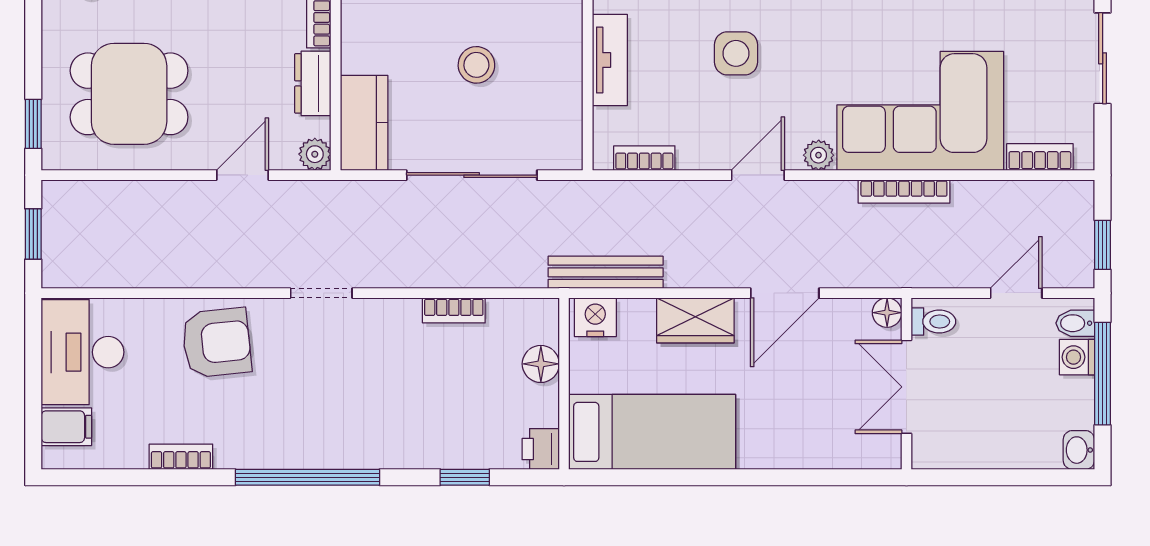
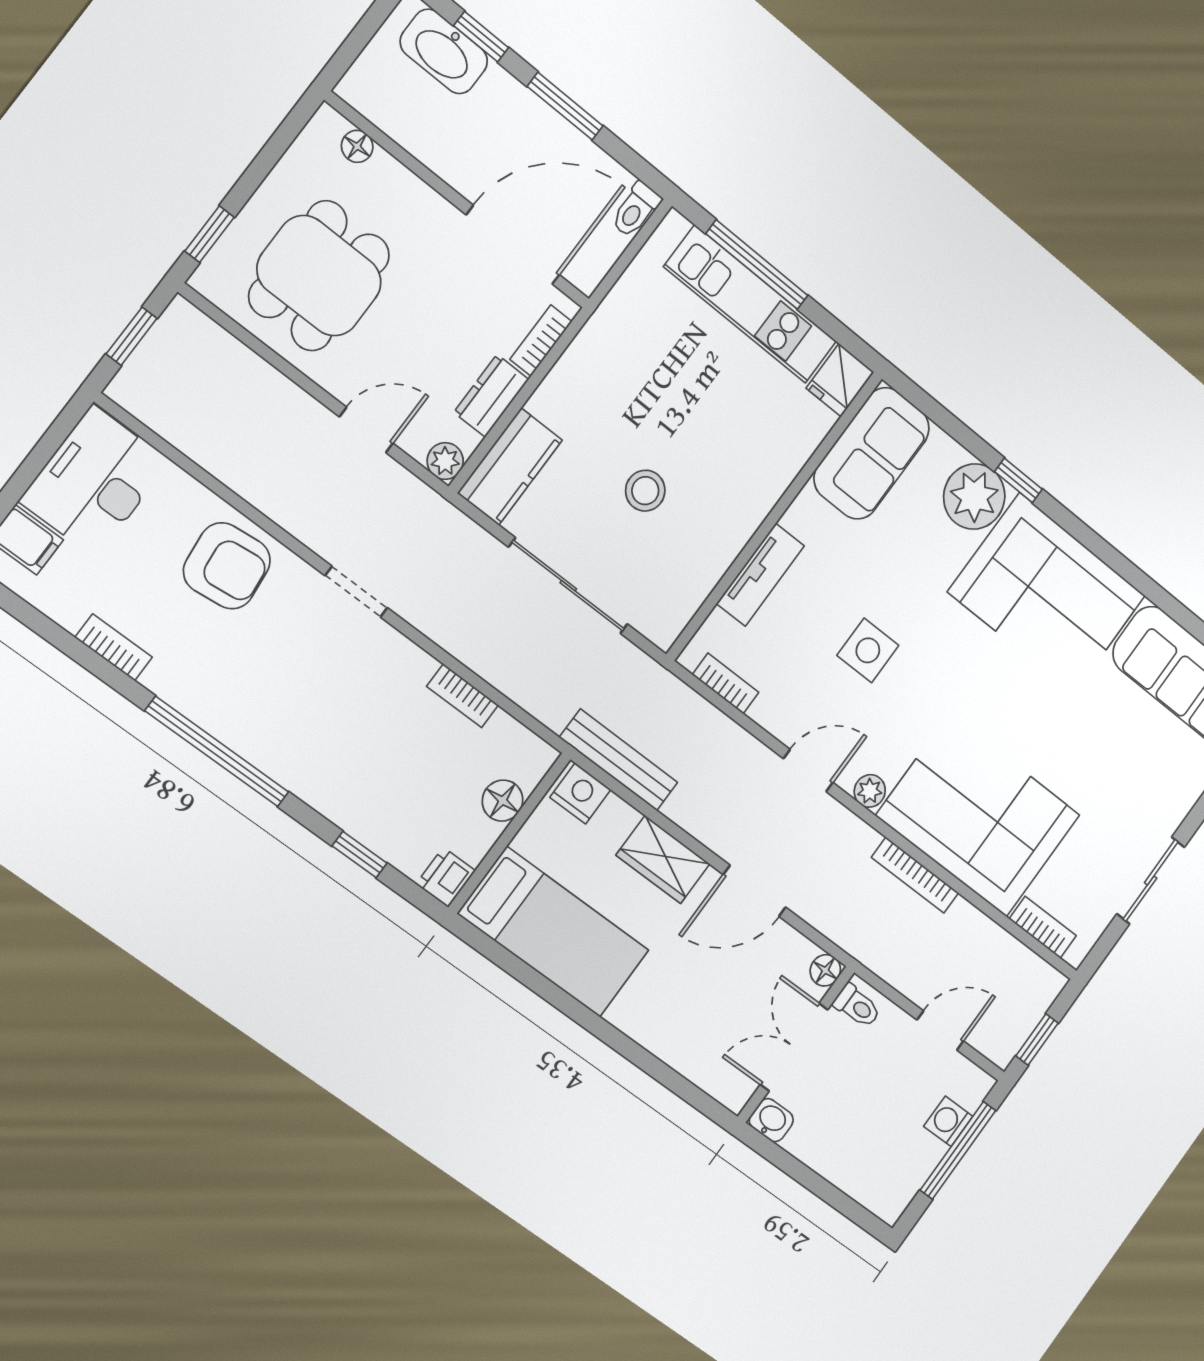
dining table: (129, 94) -> (319, 276), turned 90
bidet: (1075, 323) -> (968, 1091), removed
washbasin: (1079, 450) -> (771, 1120), moved, turned 90

